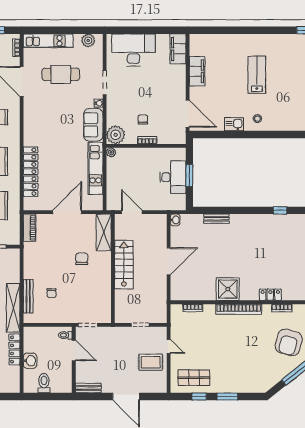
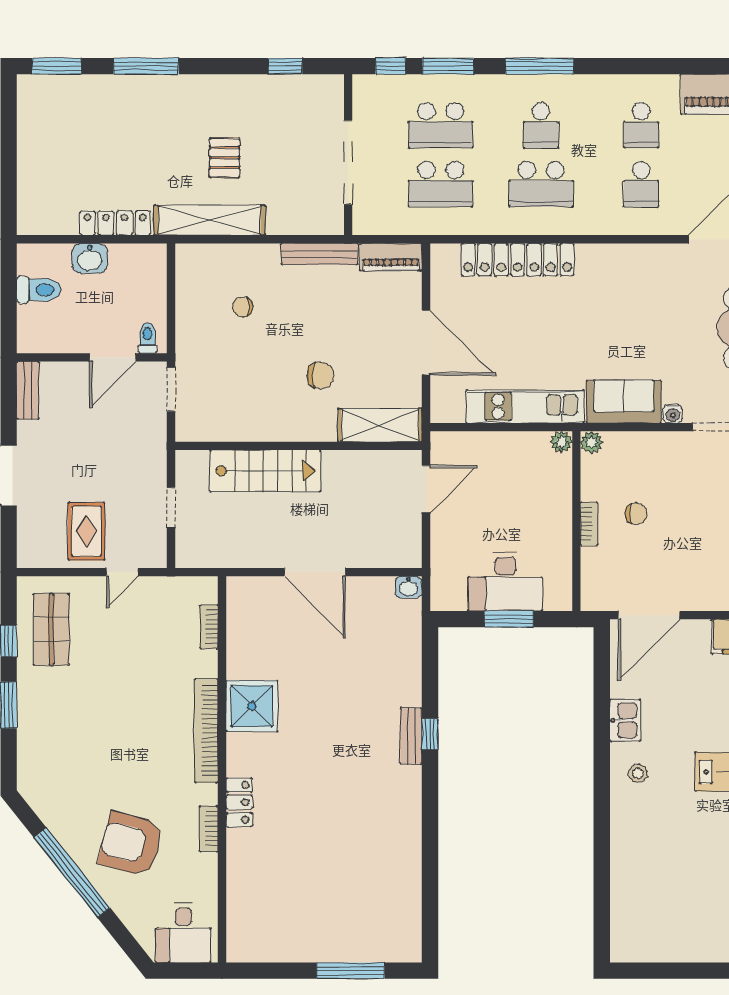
plant: (116, 135) -> (591, 442), width x0.53, depth x0.53
window: (280, 210) -> (430, 734), moved
bench: (216, 219) -> (411, 736), moved
stairs: (124, 264) -> (265, 471), moved
bench: (28, 296) -> (319, 254), moved

